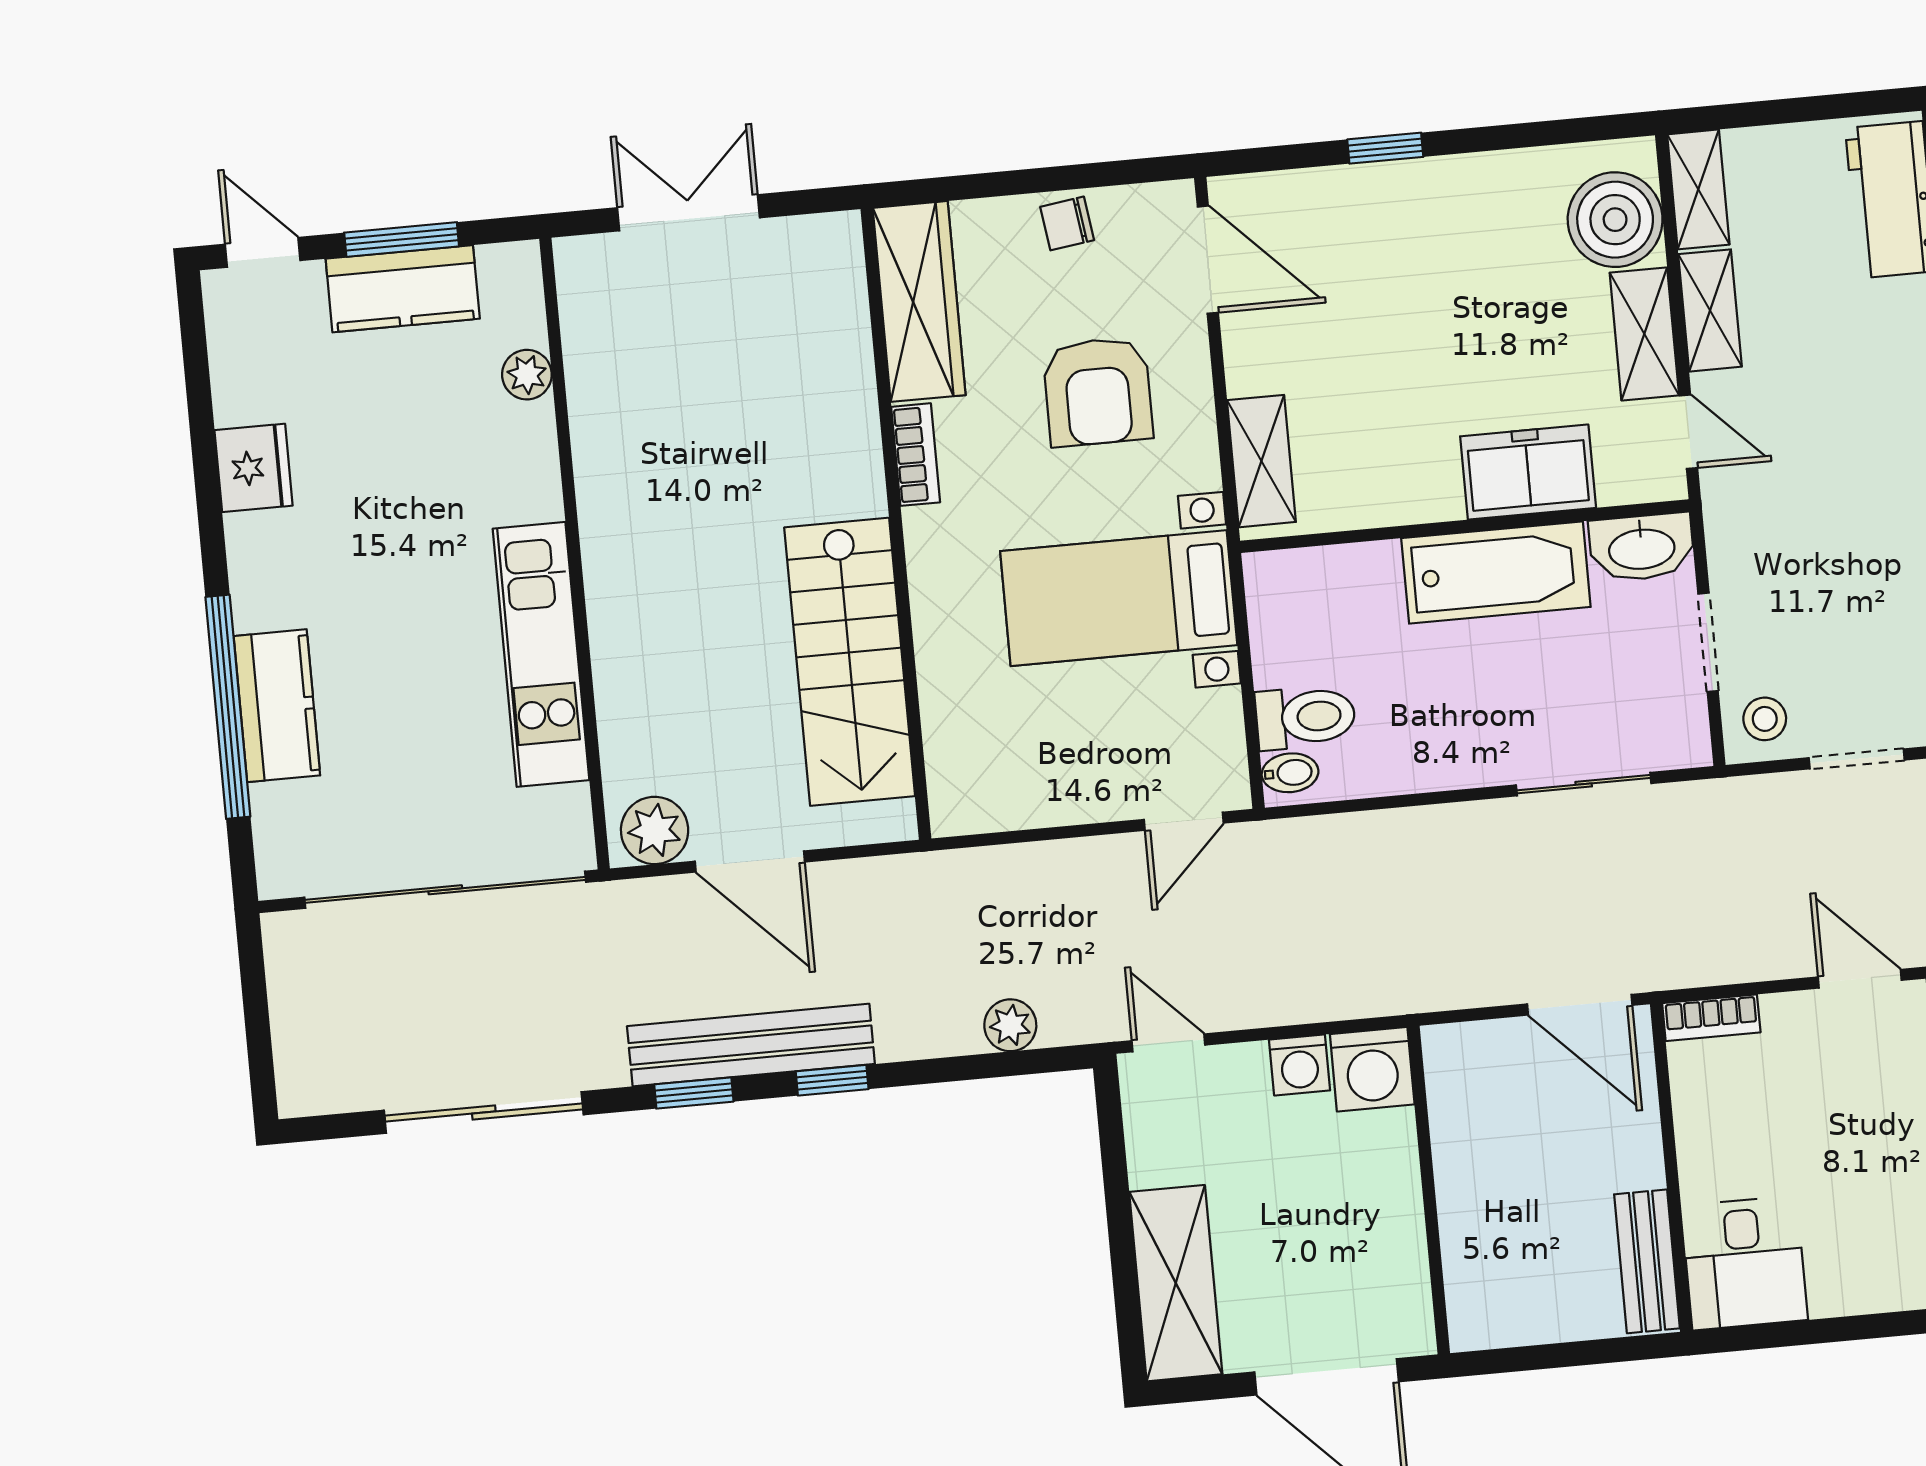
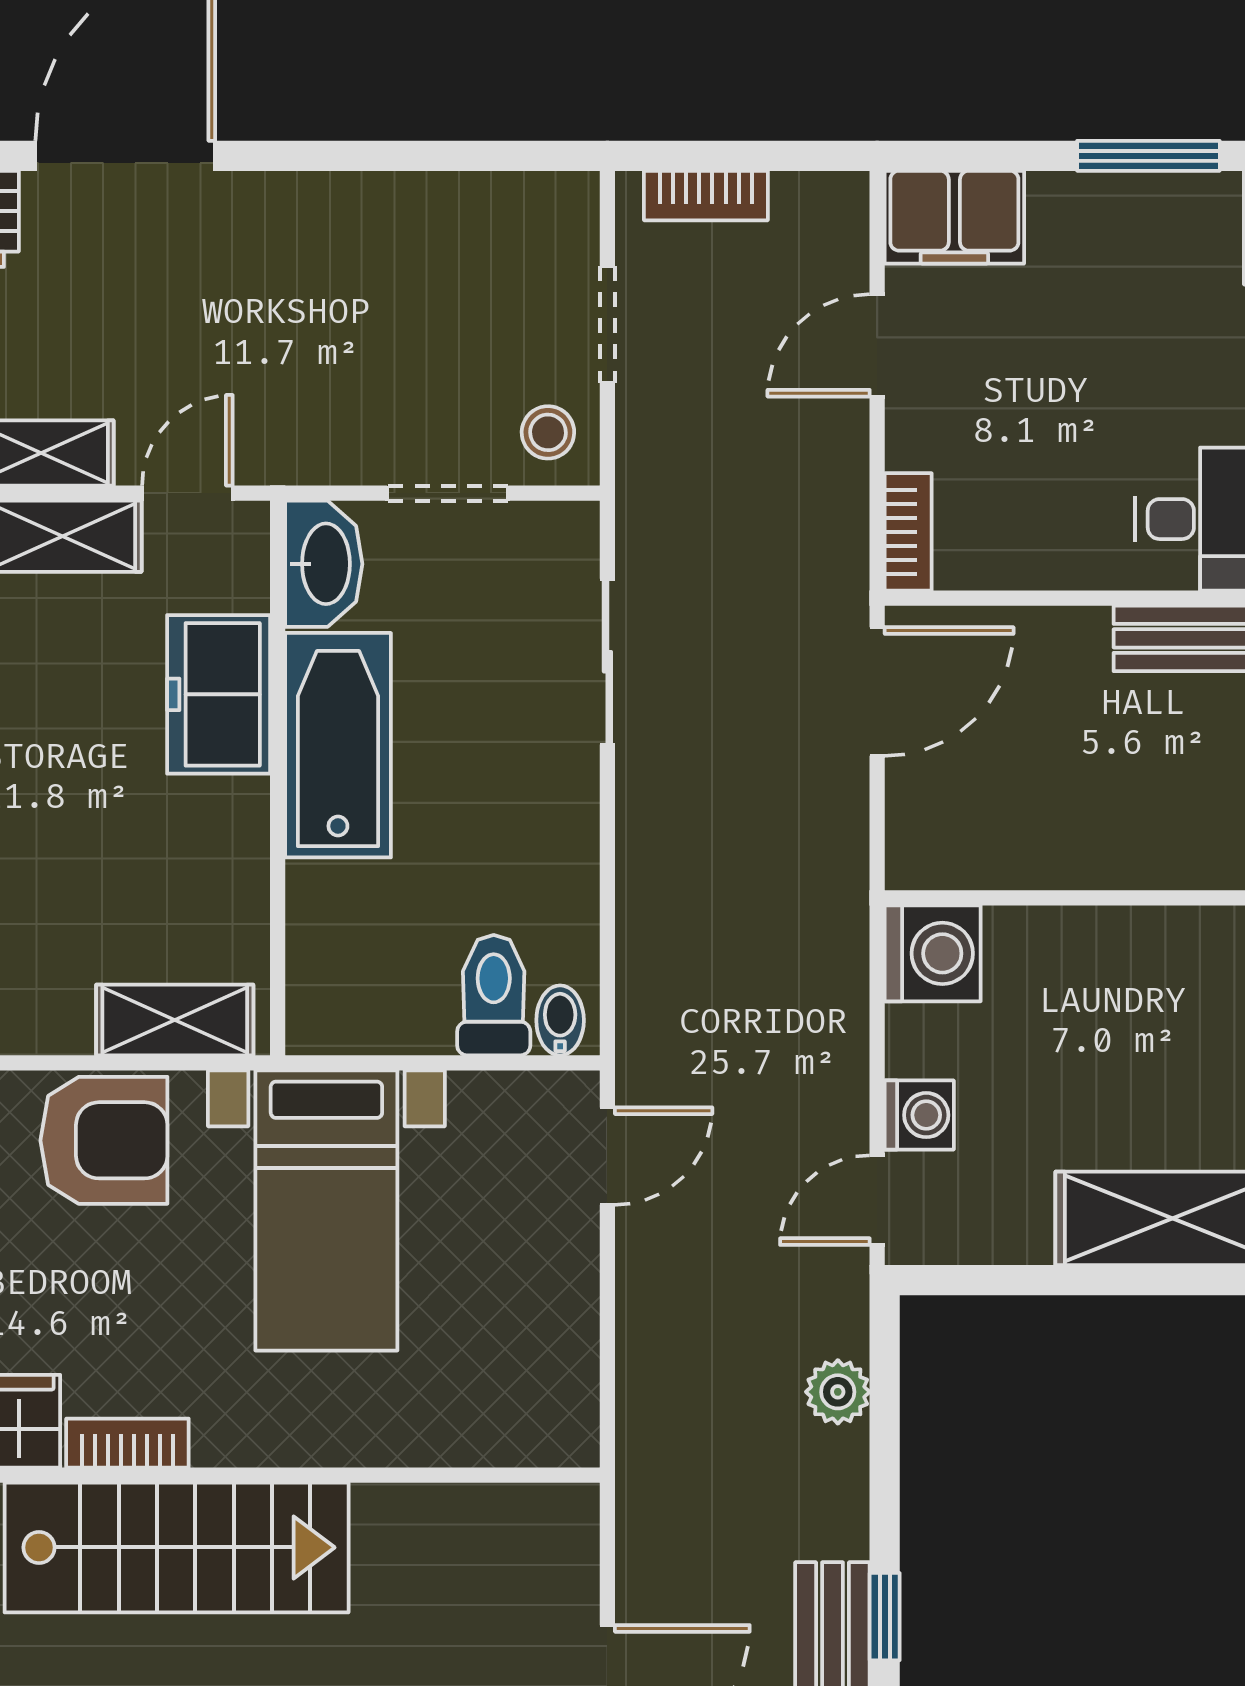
armchair: (1098, 392) -> (104, 1140), moved
stairs: (850, 662) -> (177, 1547), moved
door: (1184, 821) -> (607, 1156), hinge flipped
washing machine: (1300, 1065) -> (919, 1115), moved

